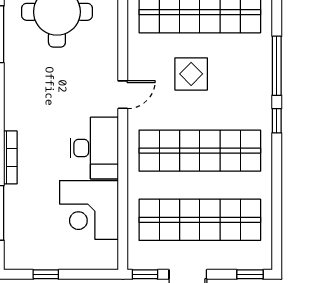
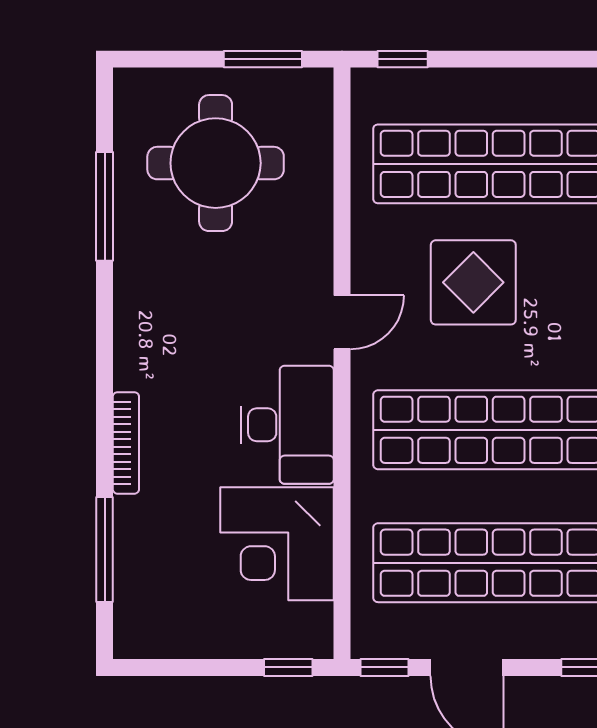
display table: (191, 74) -> (473, 282), width x1.36, depth x1.36
window: (46, 274) -> (288, 667), moved

